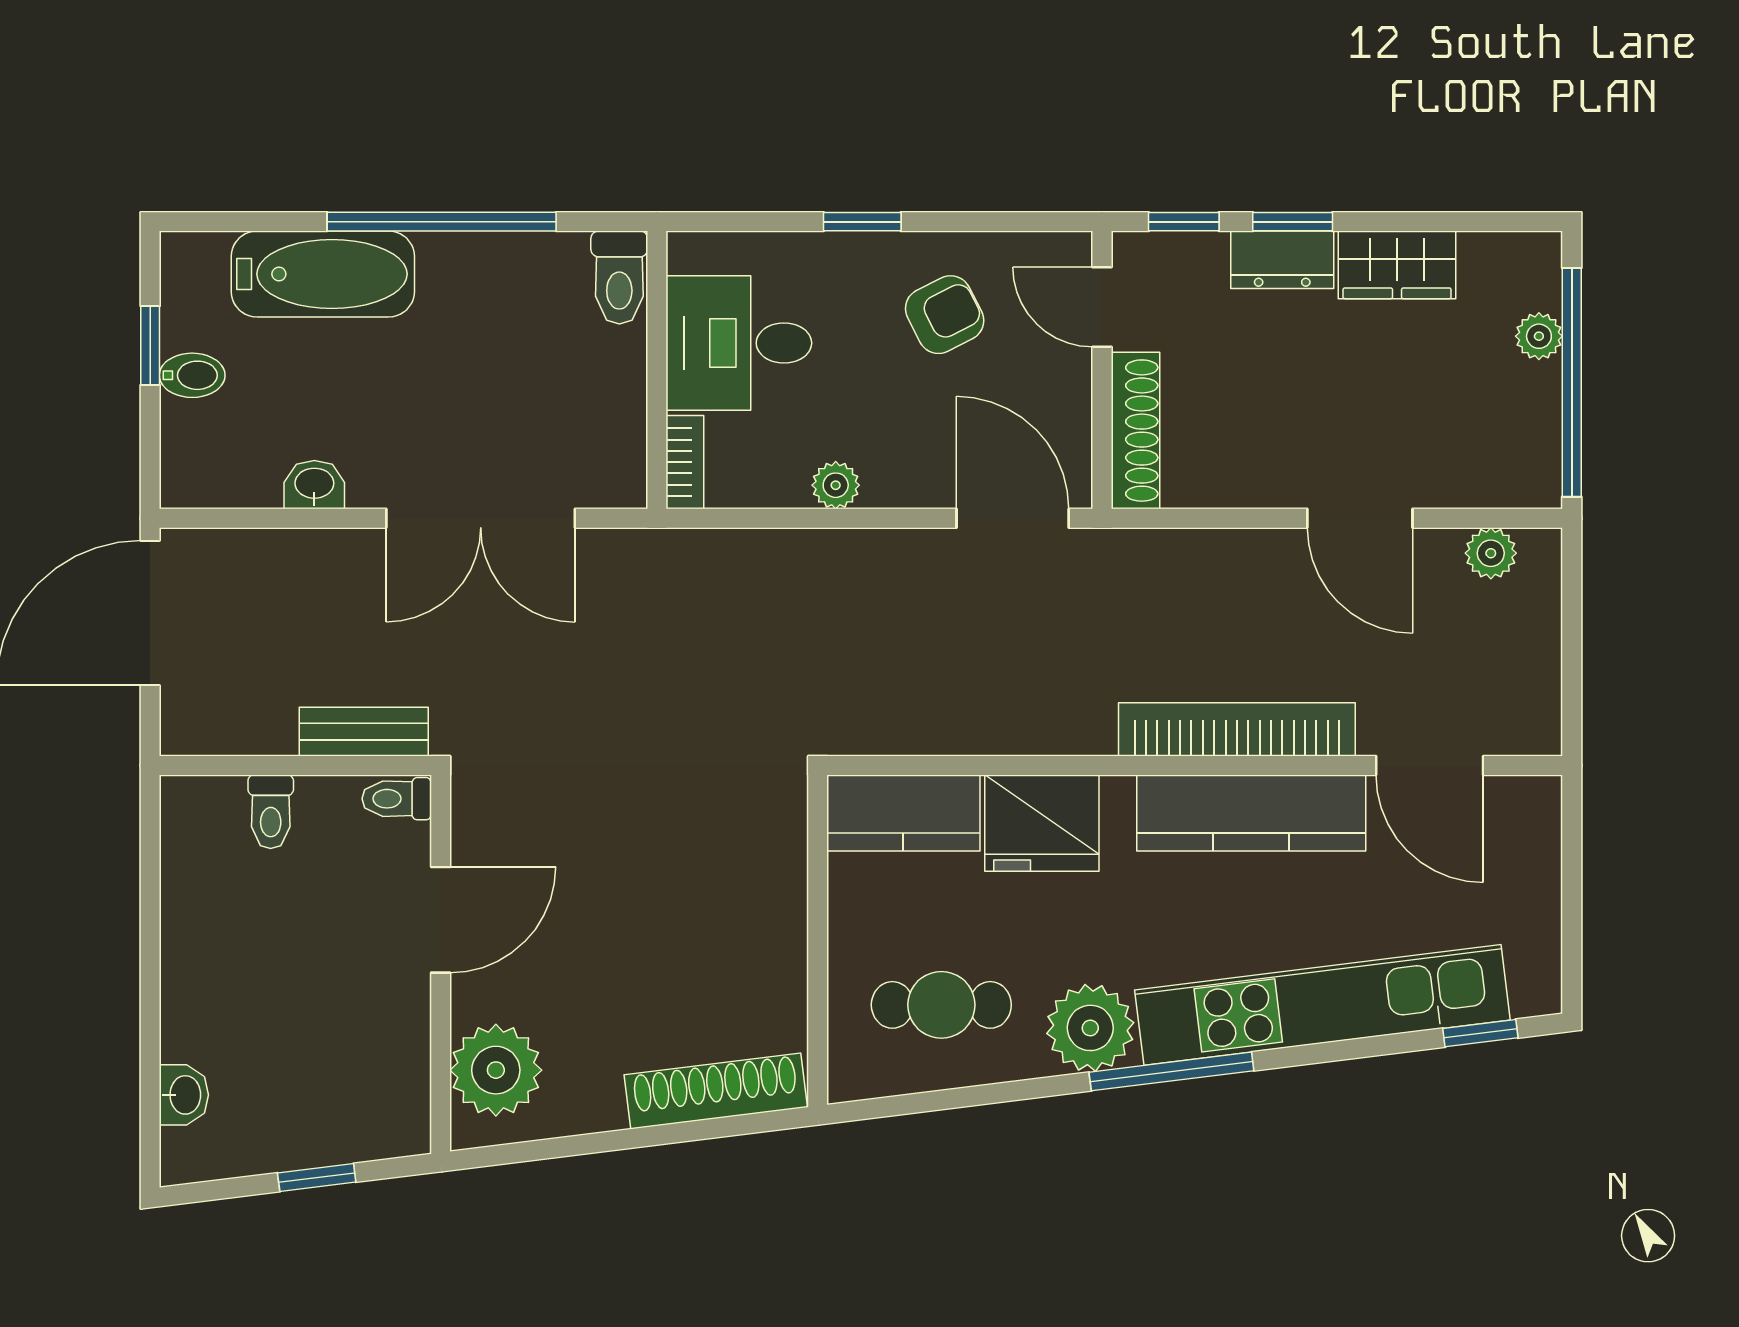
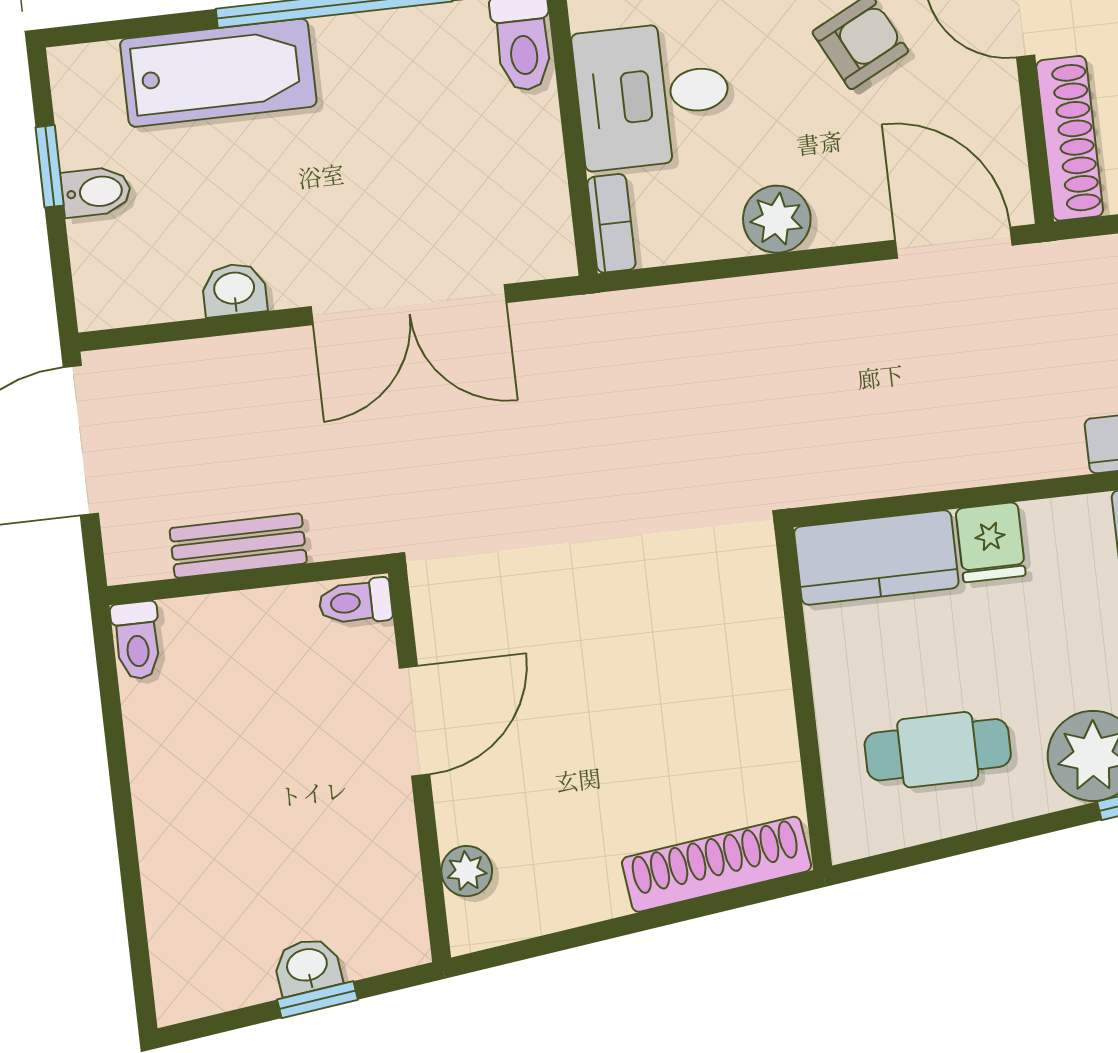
plant: (836, 485) -> (777, 219), width x1.38, depth x1.38
bench: (364, 732) -> (238, 546), moved
toilet: (271, 812) -> (137, 640), moved
fridge: (1042, 823) -> (991, 542), width x0.53, depth x0.75
plant: (496, 1070) -> (467, 871), width x0.53, depth x0.53
washbasin: (184, 1095) -> (307, 966), moved, turned -97

